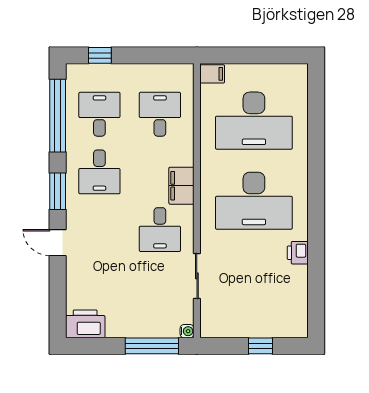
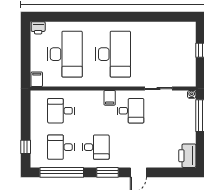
filing cabinet: (181, 186) -> (110, 98), width x0.50
printer: (298, 253) -> (38, 28), moved

